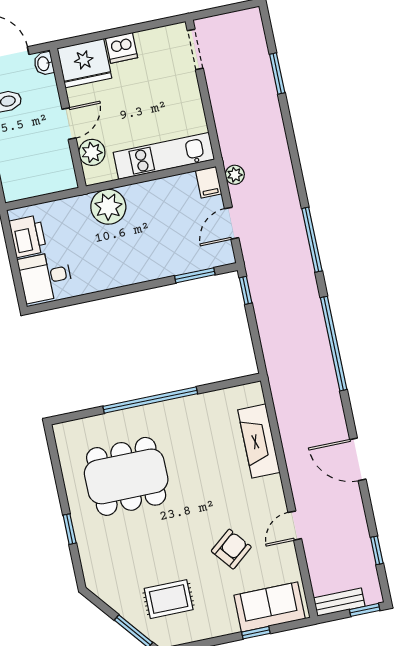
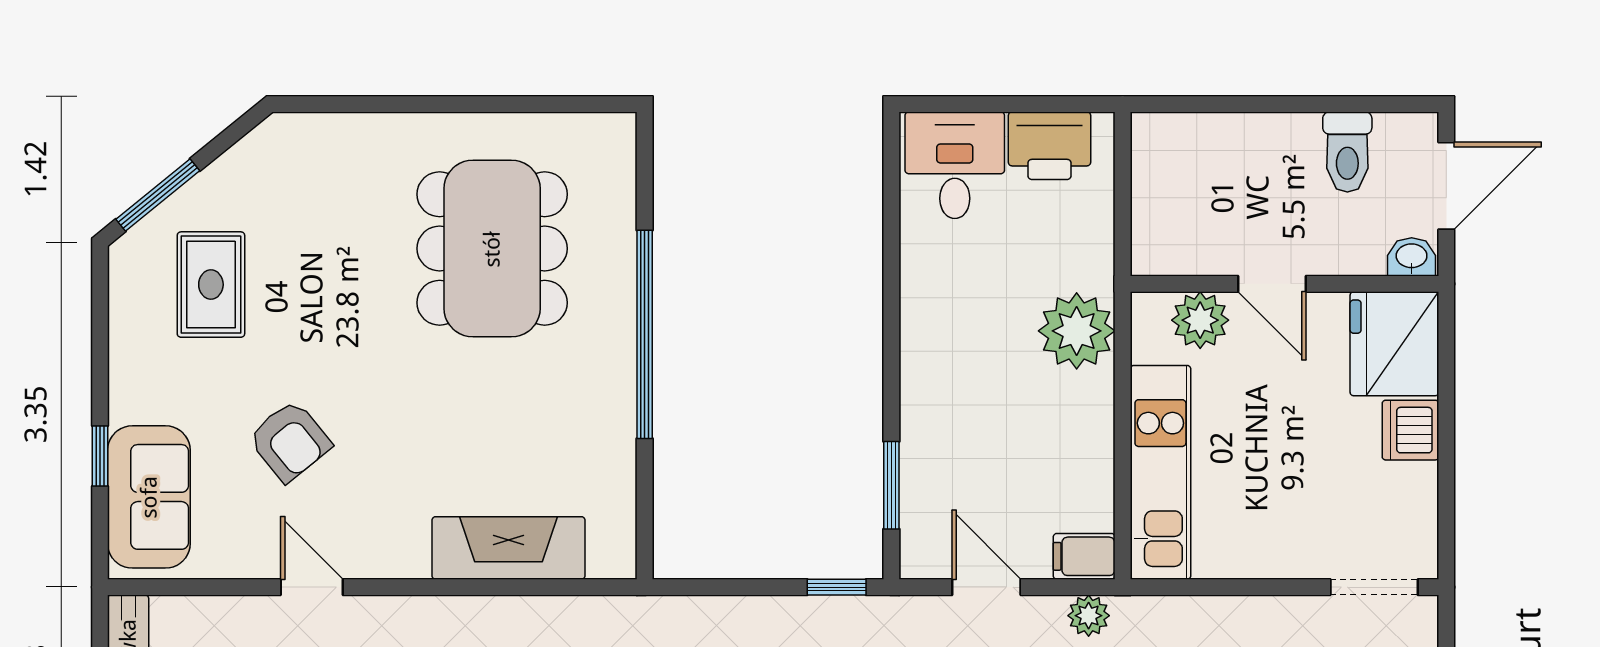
window: (70, 529) -> (405, 104), removed

